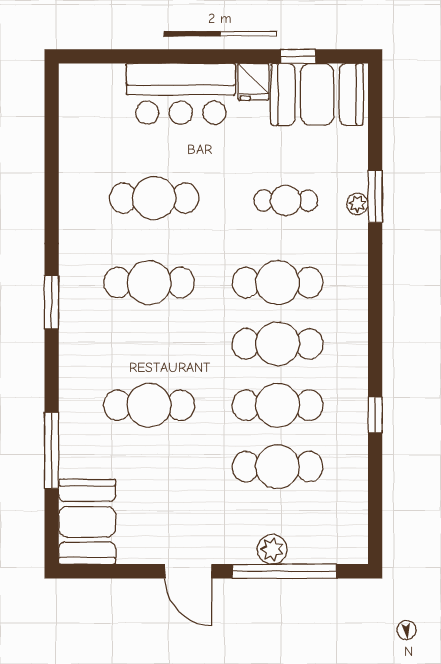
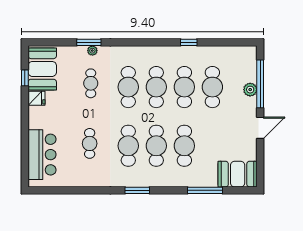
bar counter: (181, 94) -> (42, 155), moved
cafe table: (154, 198) -> (90, 143), width x0.73, depth x0.74
cafe table: (149, 344) -> (156, 146), added

